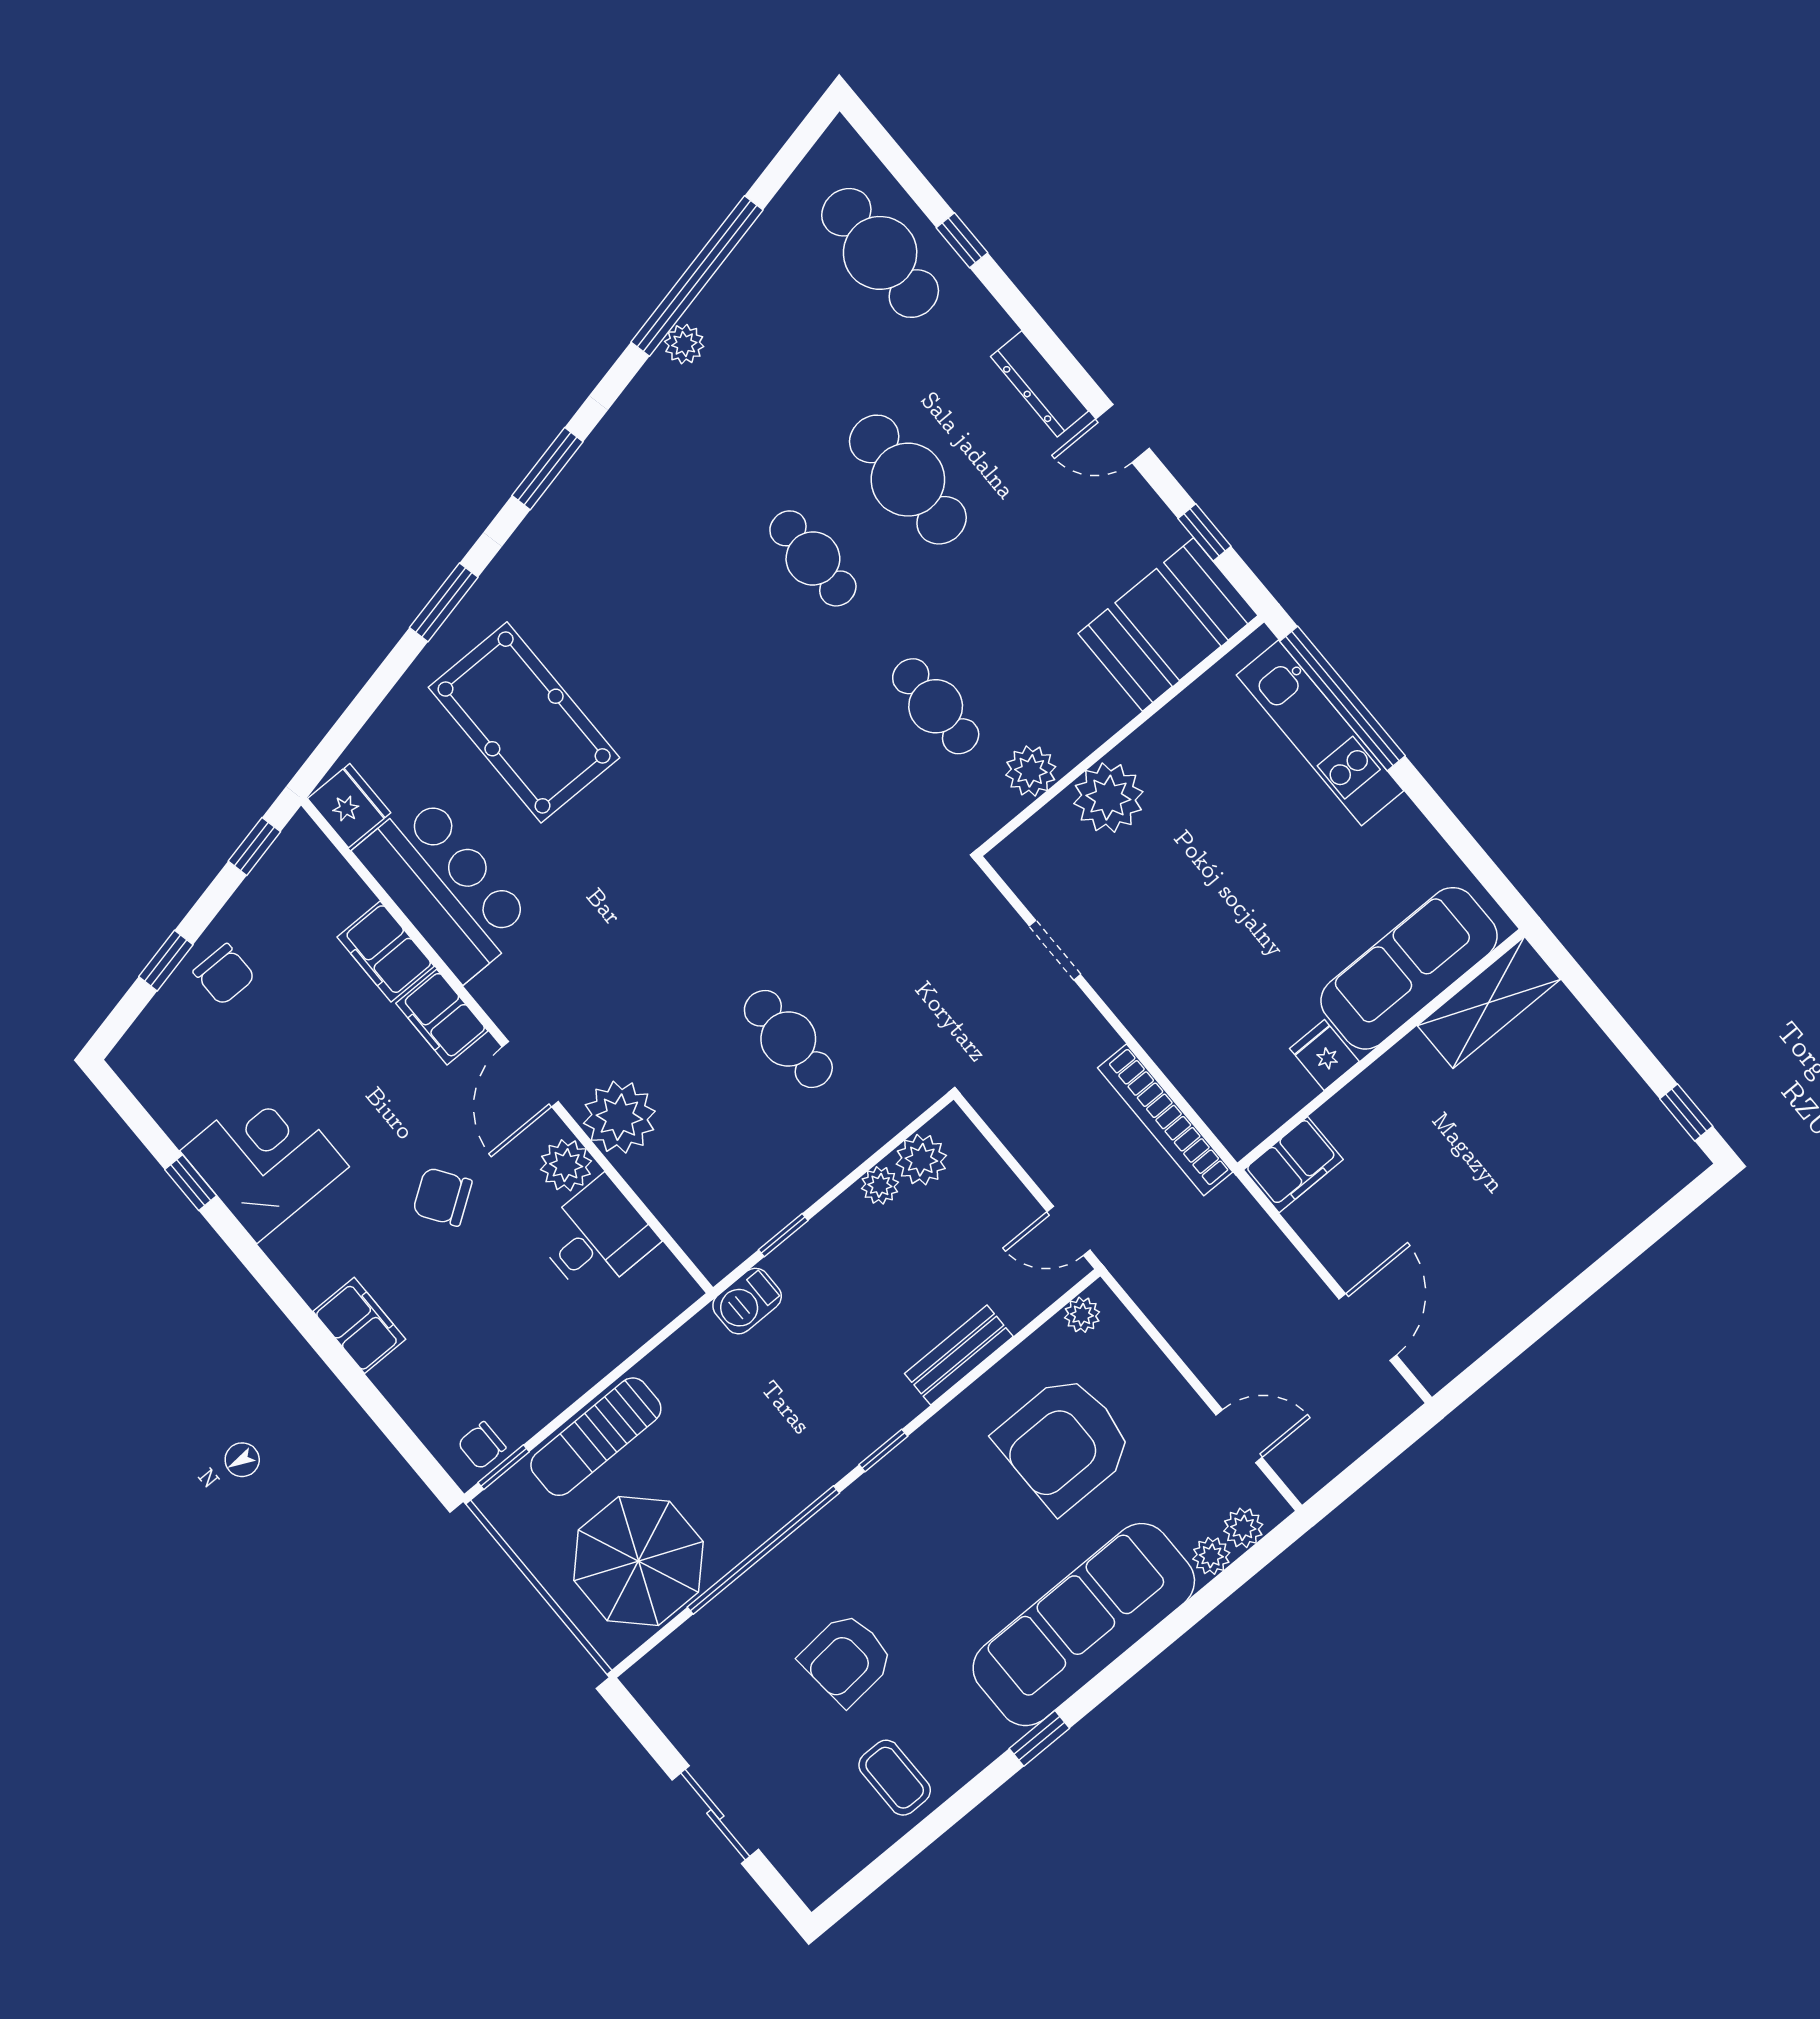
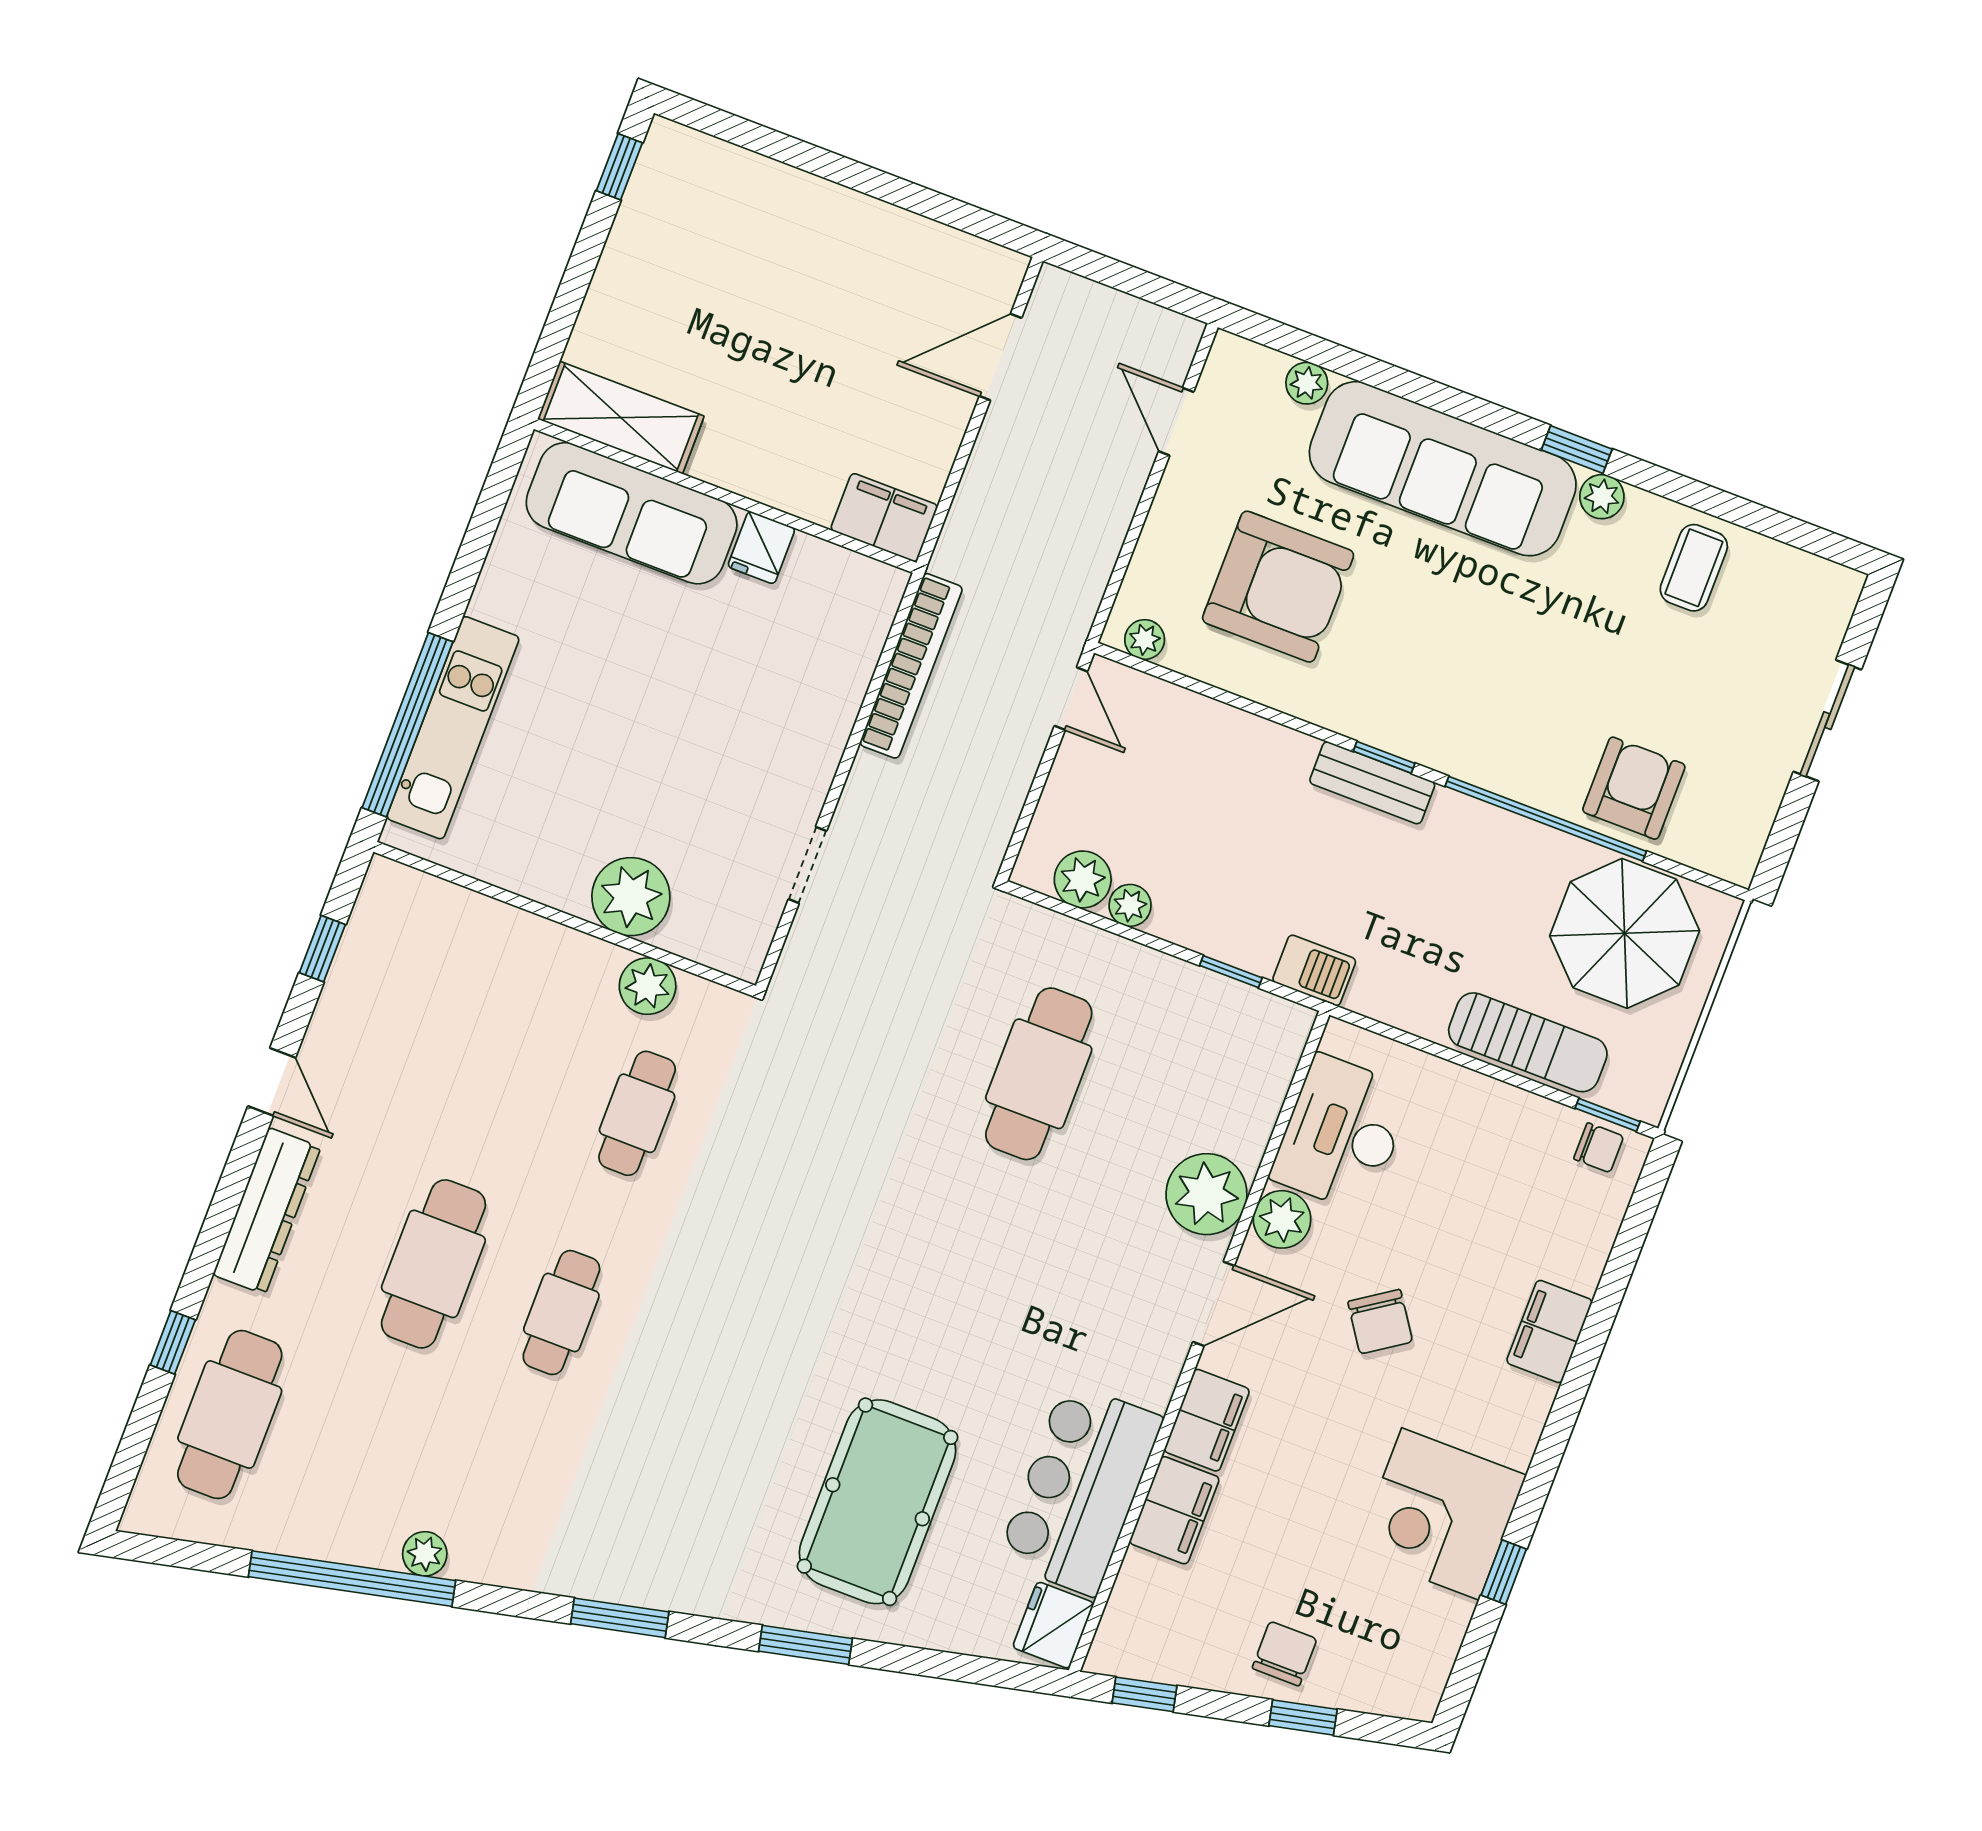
dresser: (1039, 384) -> (267, 1211), width x1.37, depth x1.24
booth: (1168, 625) -> (431, 934), removed
cafe table: (788, 1039) -> (1039, 1074), width x1.37, depth x1.35
desk: (596, 1237) -> (1342, 1133), width x1.37
bench: (959, 1355) -> (1372, 783), moved
plant: (1243, 1528) -> (1602, 497), moved
armchair: (847, 1659) -> (1634, 788), moved, turned -85

